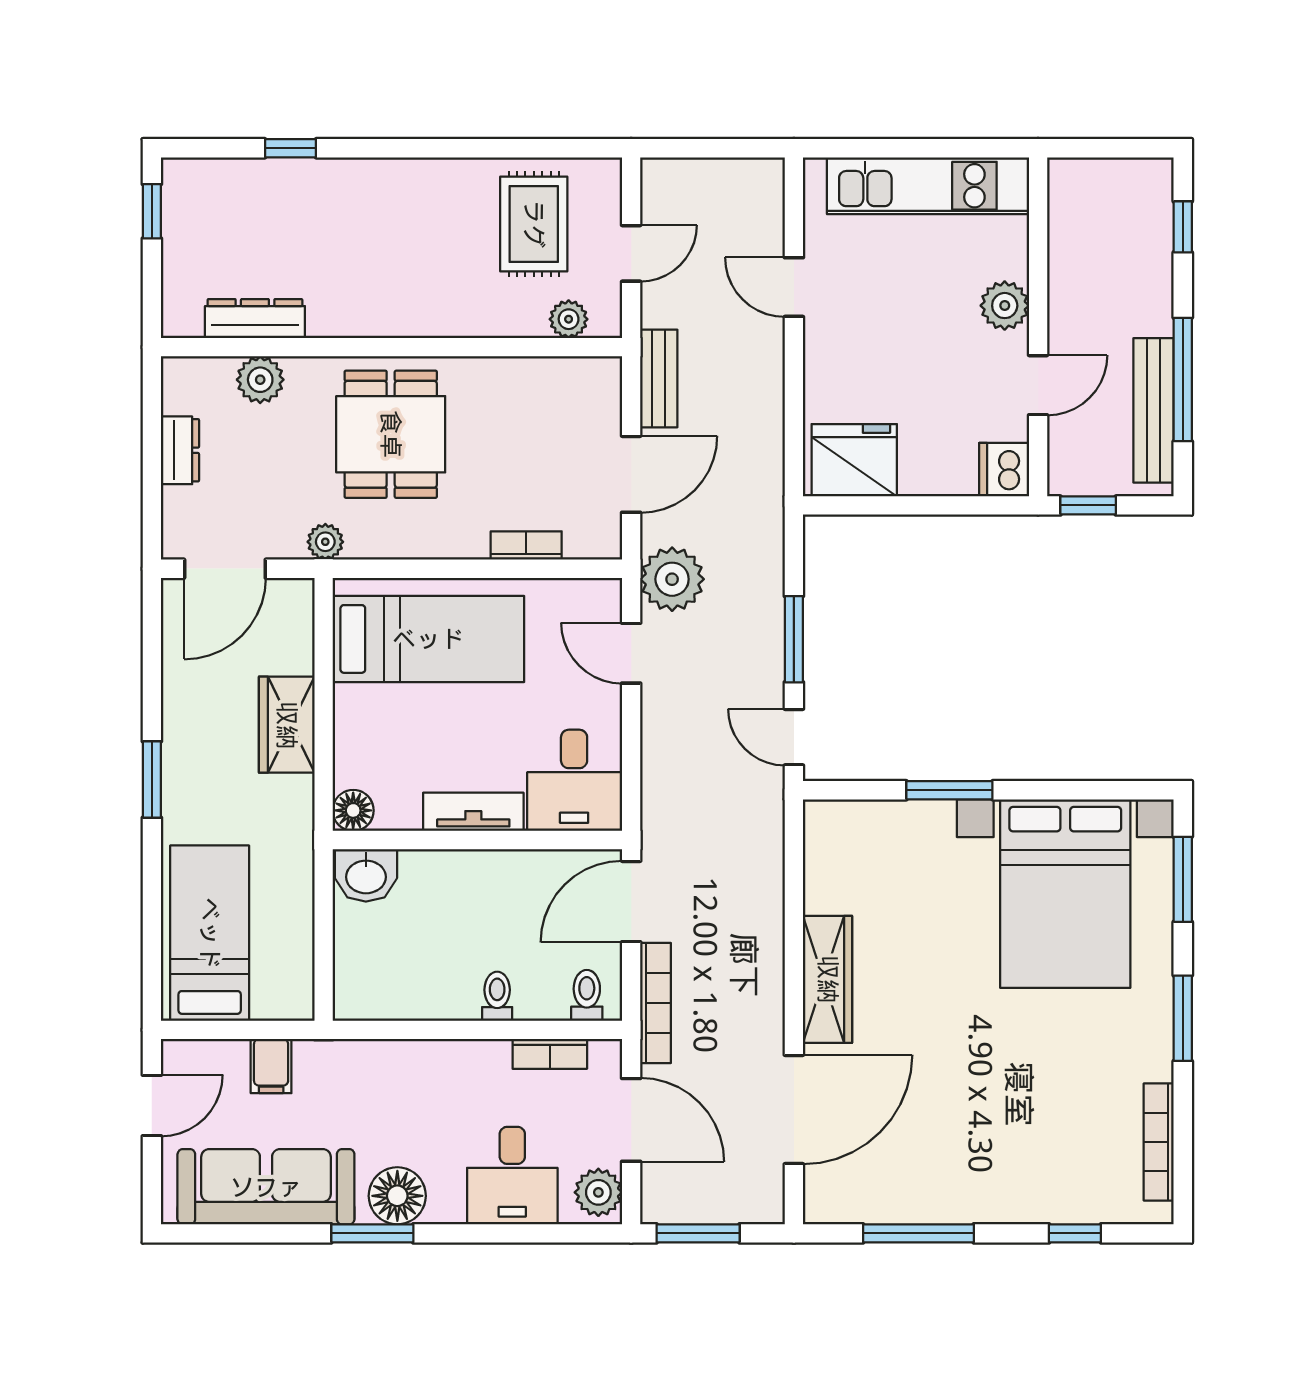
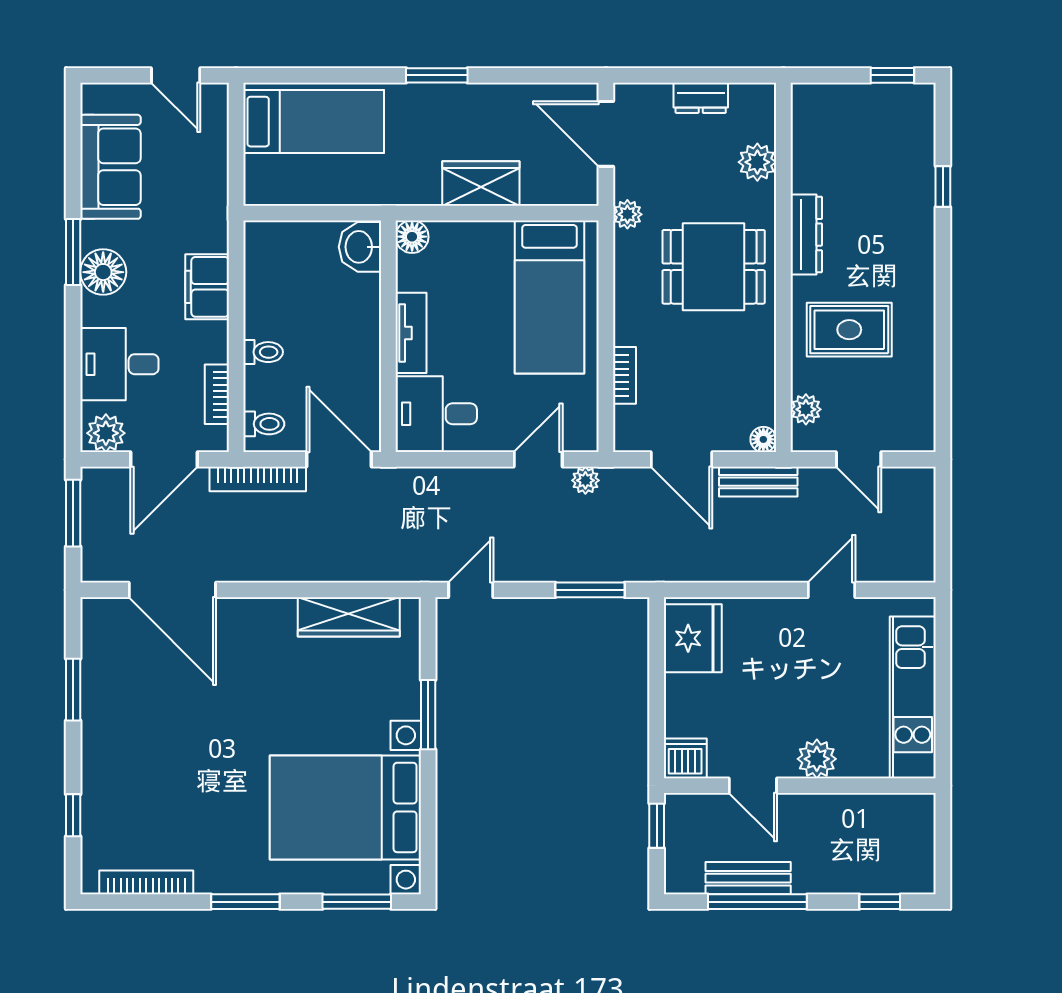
rug: (534, 224) -> (849, 330), moved
dresser: (255, 319) -> (806, 235), moved
floor lamp: (606, 372) -> (763, 439), added
bench: (1153, 410) -> (748, 878), width x0.73
plant: (672, 579) -> (585, 480), width x0.53, depth x0.53
window: (794, 639) -> (590, 590), moved
wardrobe: (828, 979) -> (349, 617), moved
filing cabinet: (271, 1066) -> (207, 287), moved, width x2.00
sofa: (266, 1187) -> (110, 167), width x0.73
window: (918, 1233) -> (73, 690), width x0.69

